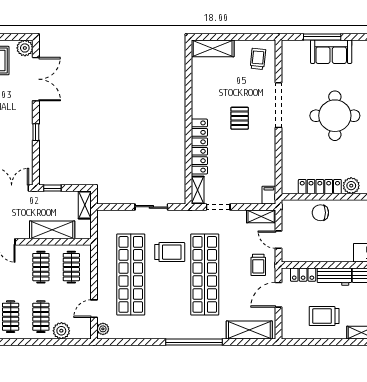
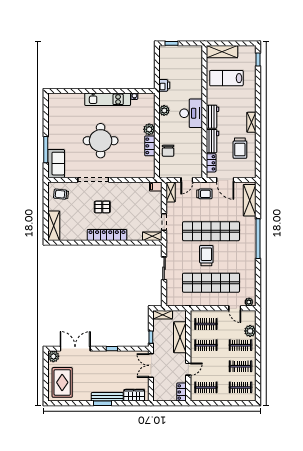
sofa: (331, 52) -> (56, 164), moved
locker: (199, 147) -> (107, 235), moved
locker: (320, 187) -> (150, 146), width x0.66
trolley: (170, 252) -> (206, 256), moved

